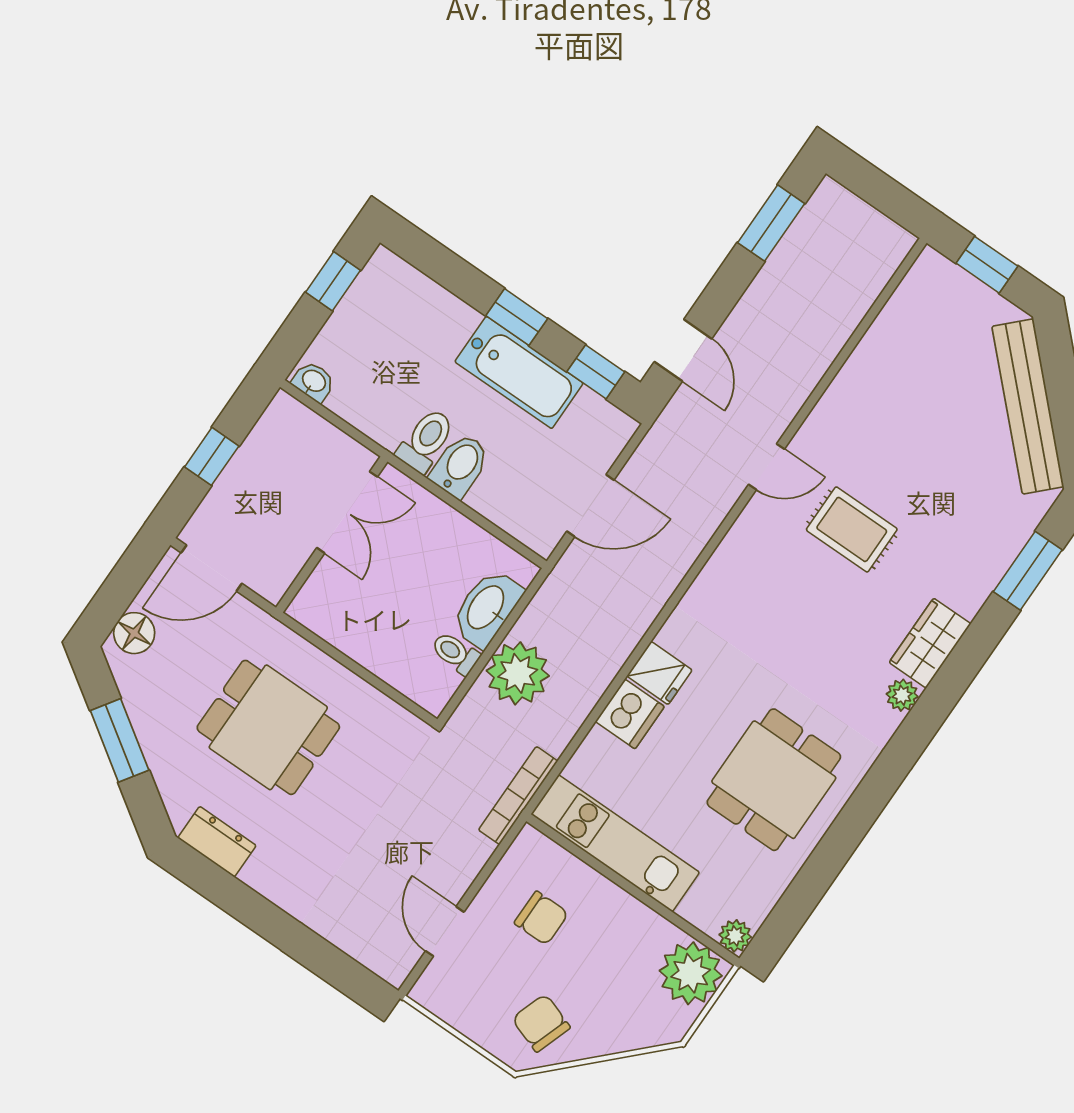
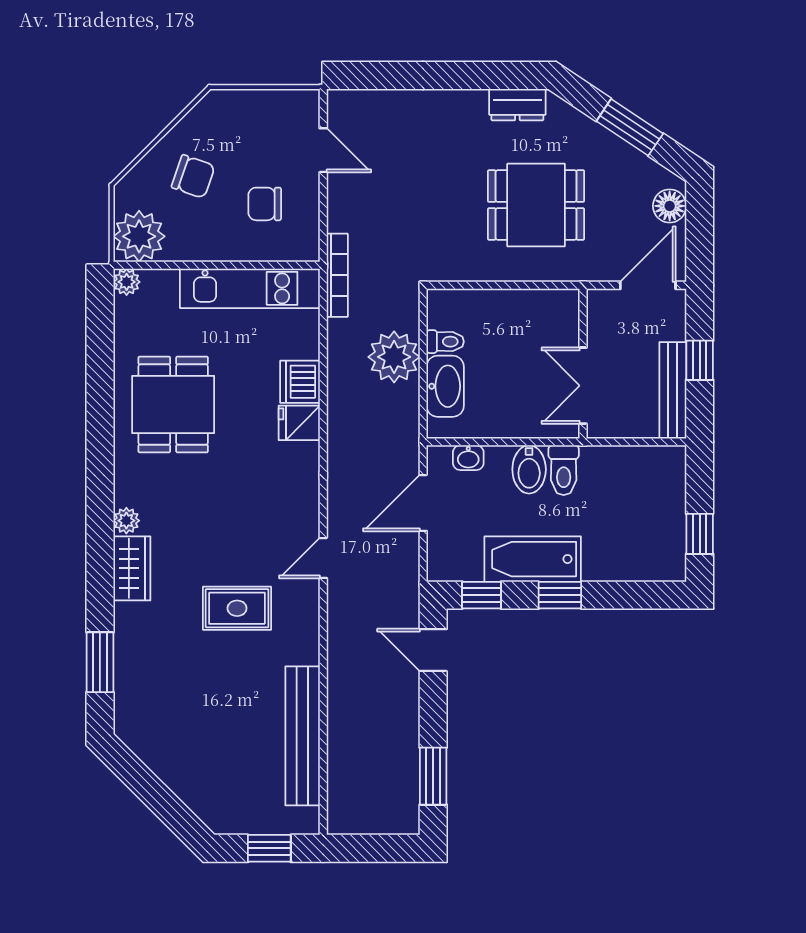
washbasin: (313, 382) -> (468, 458), moved
bench: (1028, 406) -> (303, 736), moved, turned 45
bench: (260, 445) -> (673, 390), added
door: (767, 467) -> (323, 558), moved
chair: (541, 1023) -> (193, 176), moved

